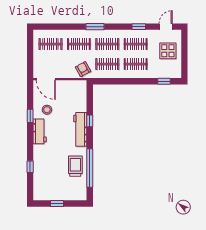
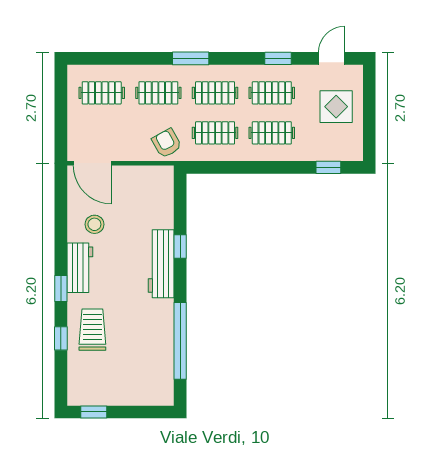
window: (30, 116) -> (61, 288), moved
trolley: (75, 166) -> (92, 330), moved
window: (57, 204) -> (94, 412), moved

